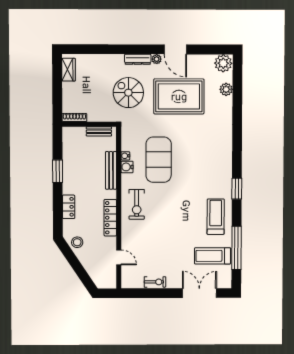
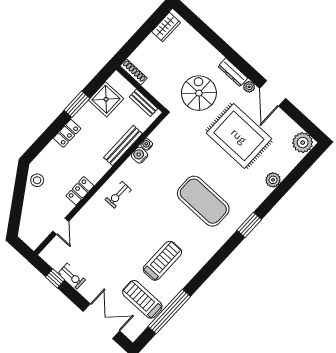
plant: (226, 89) -> (273, 180), moved
shower: (73, 151) -> (106, 99), added
exercise mat: (159, 160) -> (203, 201), moved, turned 90
window: (237, 189) -> (249, 225), moved
exercise bike: (137, 204) -> (118, 195), width x0.73, depth x0.72
locker: (69, 207) -> (67, 133), moved
treadmill: (216, 217) -> (162, 261), moved
locker: (110, 218) -> (80, 191), width x0.66
window: (146, 293) -> (55, 278), added

